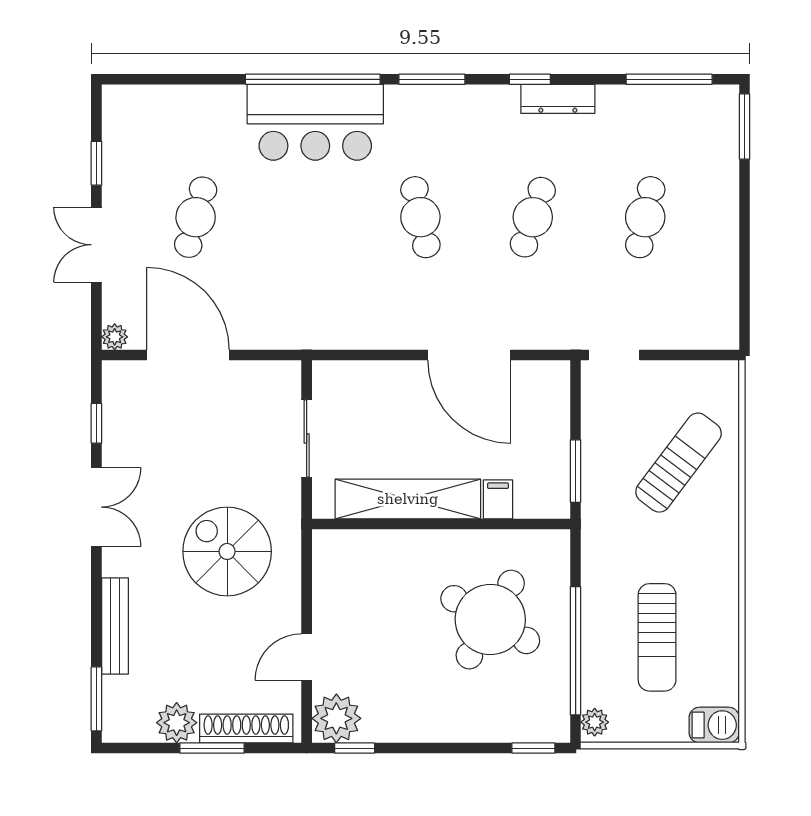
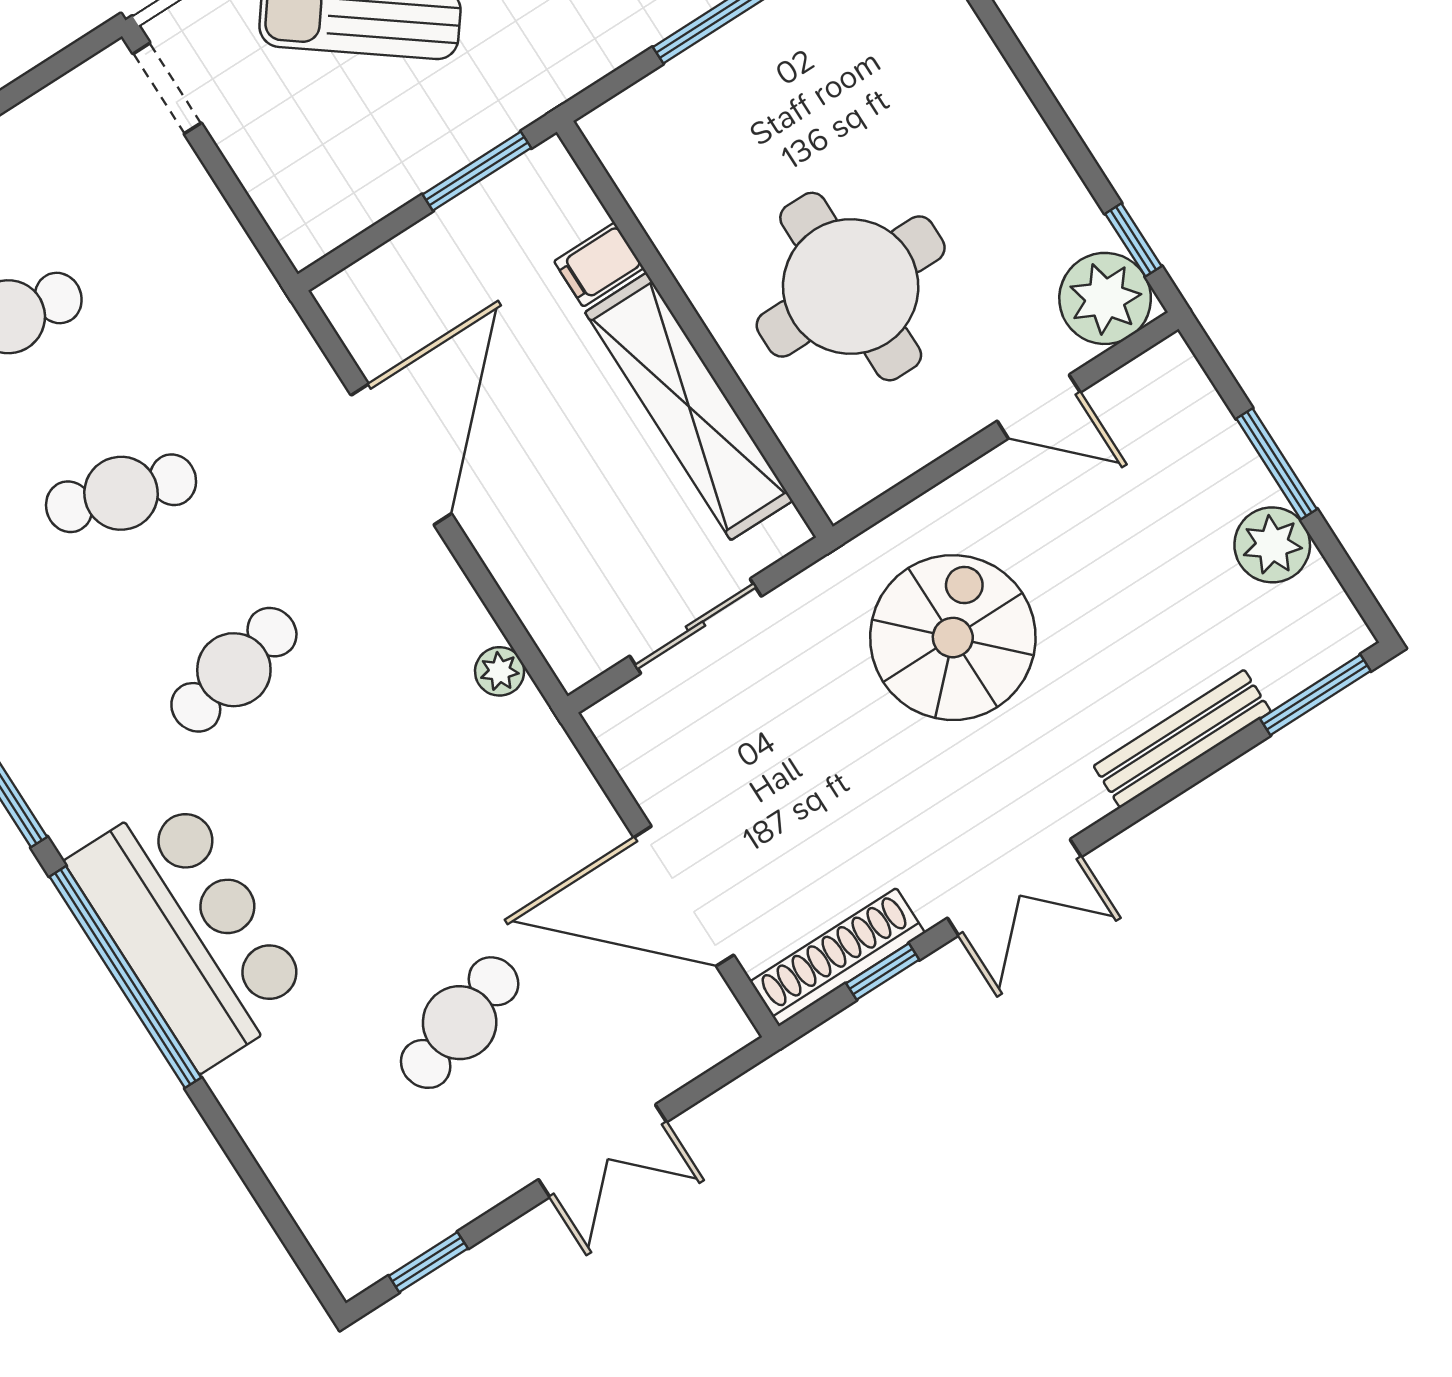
window: (96, 163) -> (428, 1262), moved
cafe table: (196, 217) -> (460, 1023), turned -33
plant: (115, 337) -> (500, 671), moved
door: (188, 355) -> (684, 896), hinge flipped
doorway: (614, 355) -> (167, 88), moved
double door: (96, 507) -> (1014, 887), swing flipped
spiral stairs: (227, 551) -> (953, 638), turned 180
round table: (490, 620) -> (851, 287), moved, turned -30
shoe rack: (246, 728) -> (837, 957), moved, turned 90

